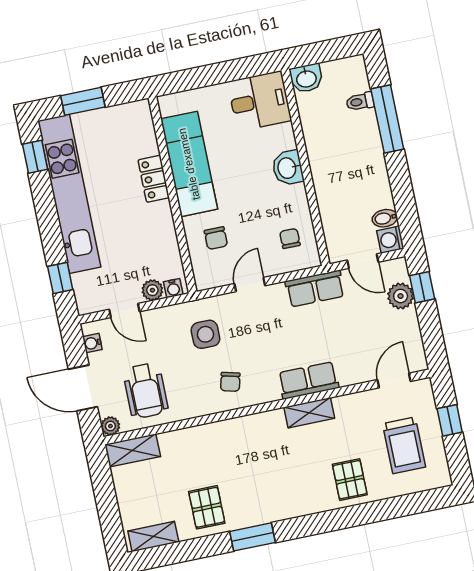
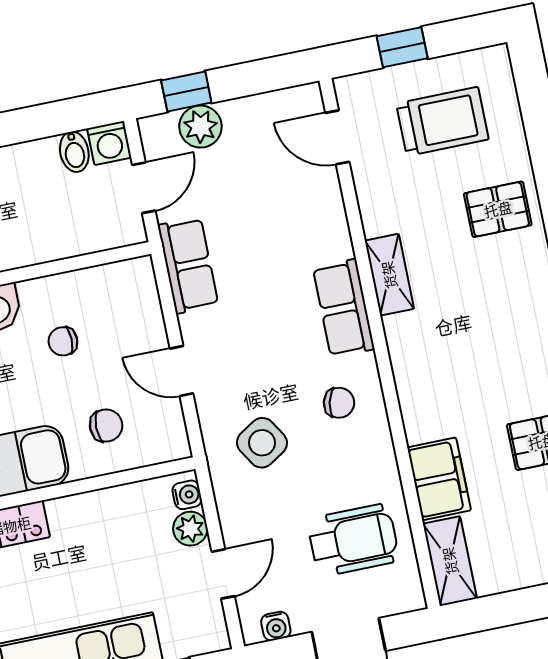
chair: (290, 238) -> (63, 341), moved
side table: (205, 334) -> (262, 443), turned -32
row of seats: (308, 380) -> (344, 308), moved
plant: (110, 426) -> (410, 597), removed
filing cabinet: (183, 444) -> (439, 479), added

